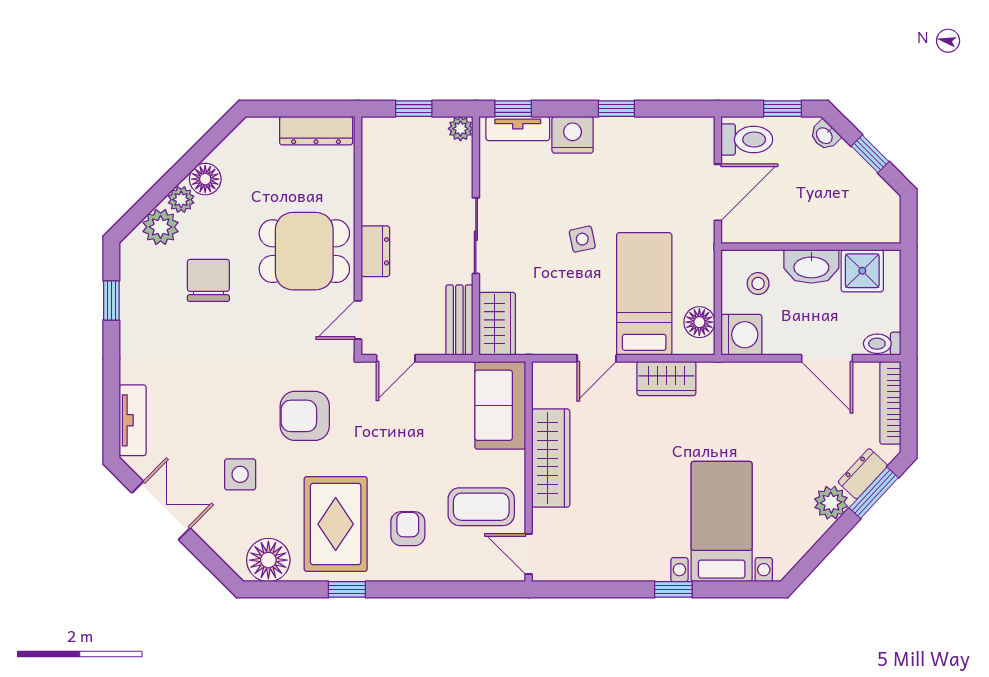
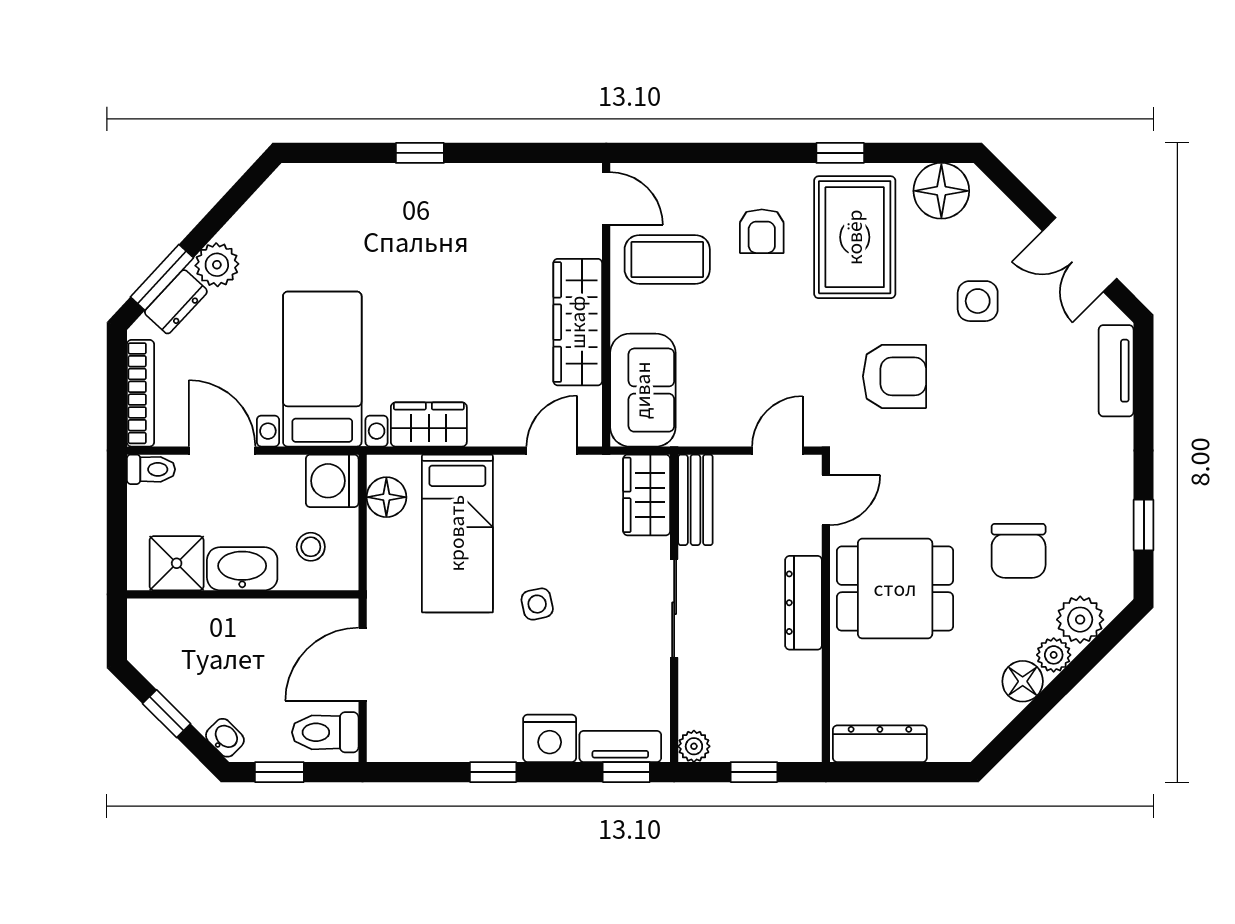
dresser: (375, 251) -> (804, 603), width x1.44
door: (597, 358) -> (552, 451), moved
bed with nightstands: (722, 522) -> (322, 369), moved, turned 180

